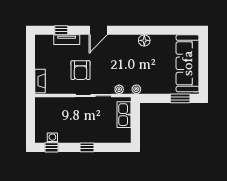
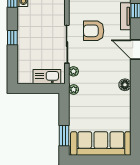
floor lamp: (144, 40) -> (125, 85), moved

